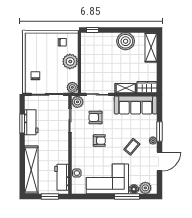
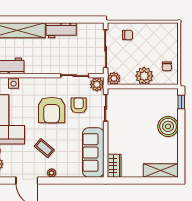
boiler: (126, 41) -> (168, 126), moved
shelving: (126, 88) -> (113, 141), removed
workbench: (31, 122) -> (61, 30), moved
window: (22, 124) -> (72, 19), removed
window: (159, 132) -> (62, 180), removed
armchair: (99, 141) -> (52, 110), width x1.88, depth x1.88

